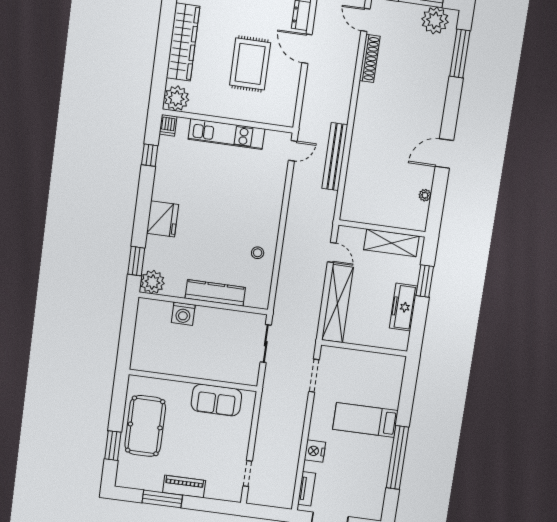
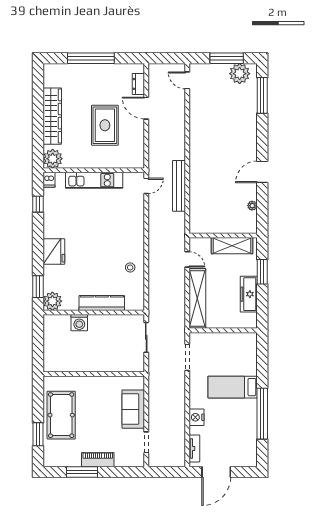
shoe rack: (370, 58) -> (195, 109), removed
sofa: (216, 400) -> (133, 409), moved, turned 90

